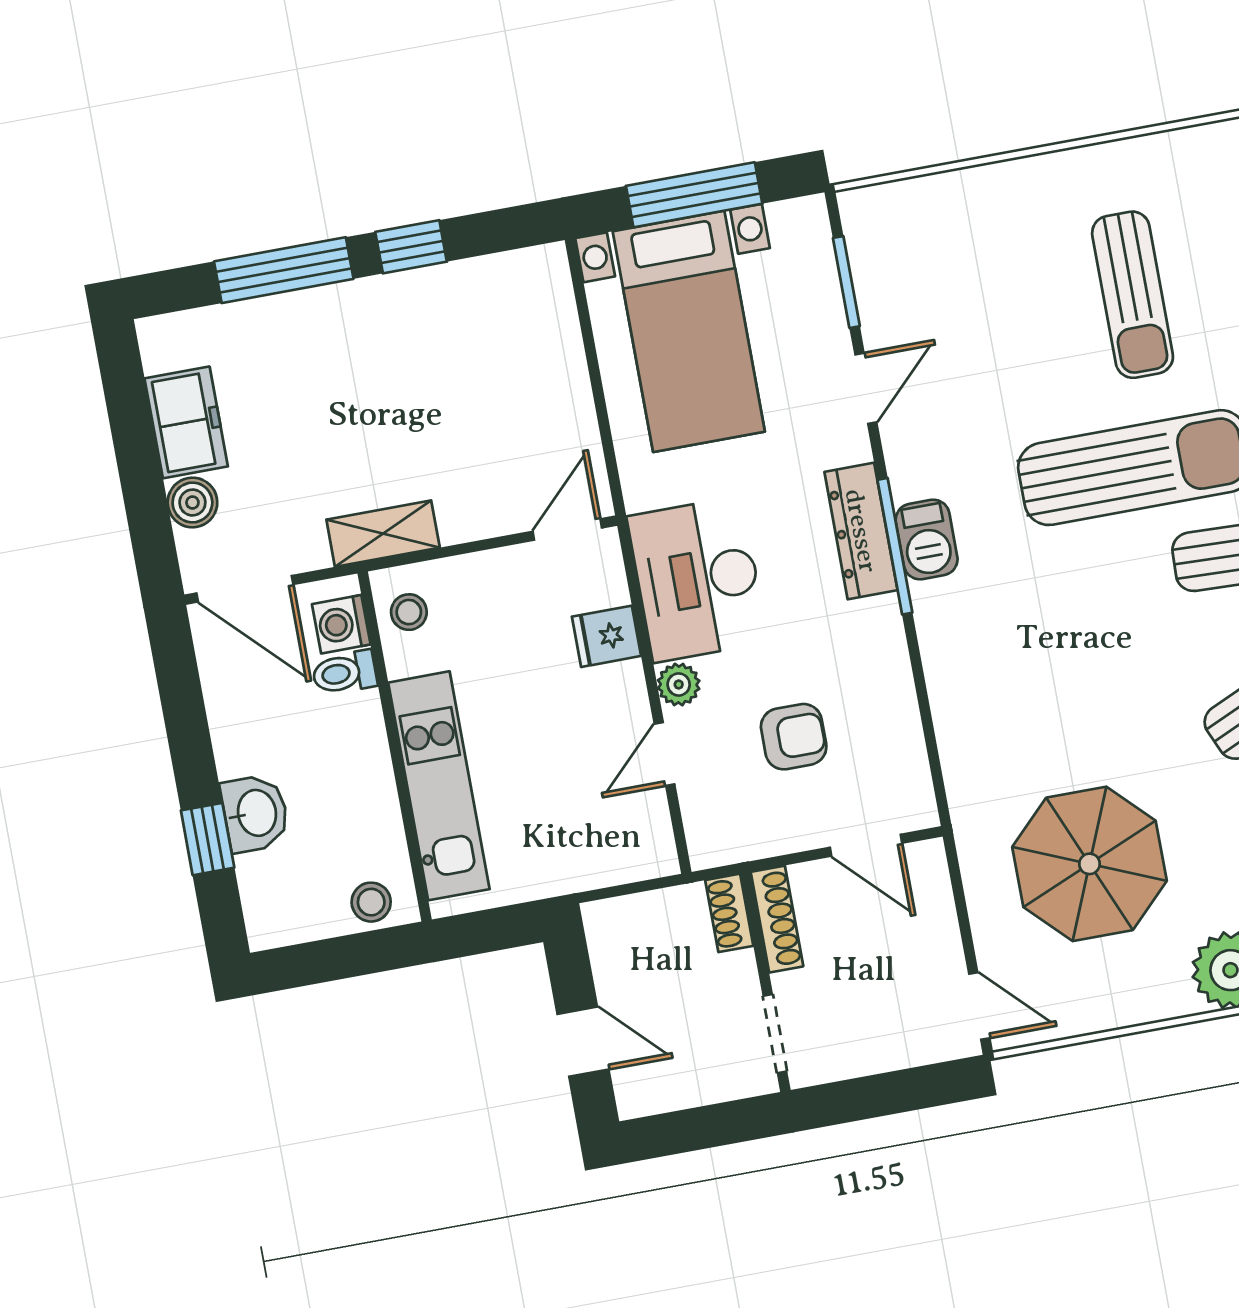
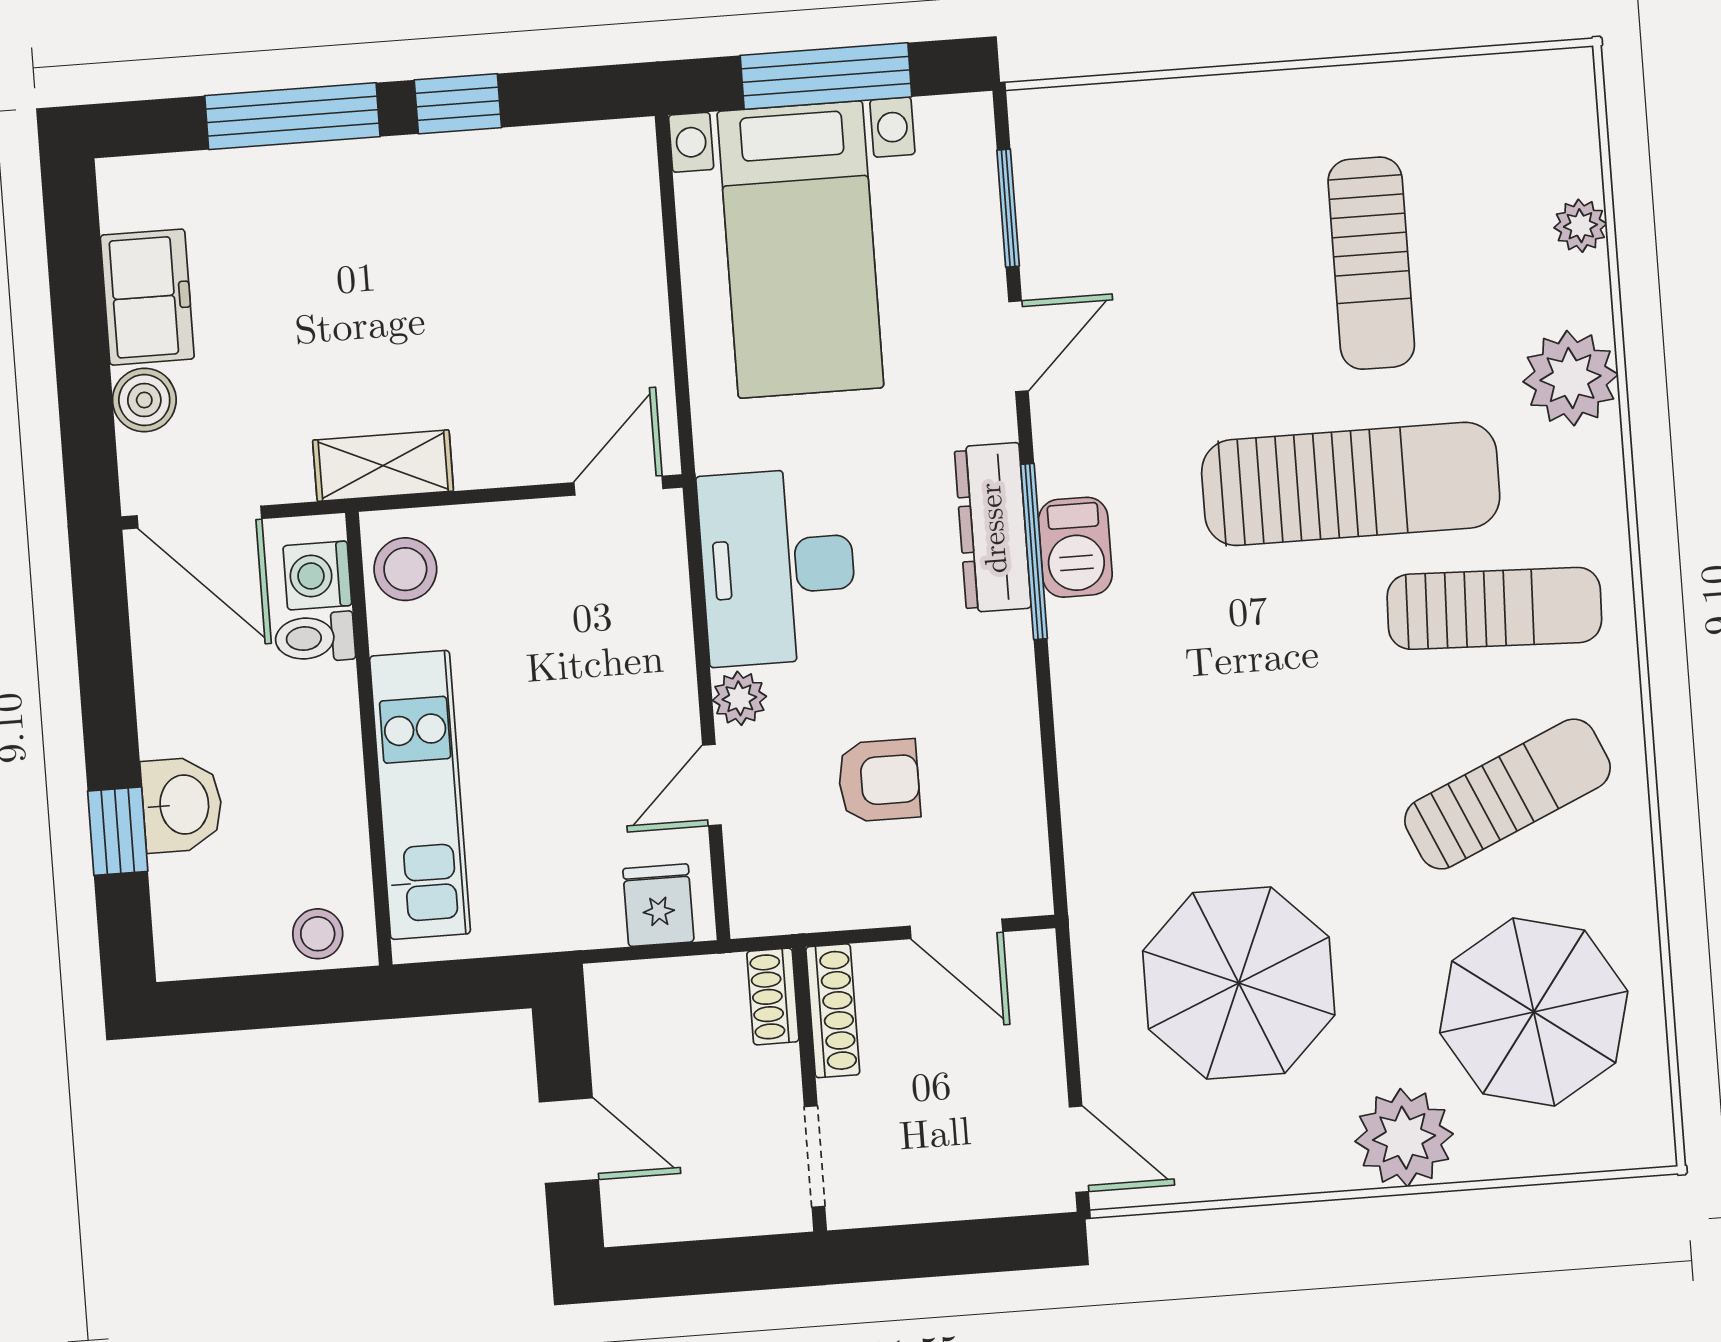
stool: (409, 612) -> (405, 569), width x1.37, depth x1.37
fridge: (606, 636) -> (658, 905), moved, turned 90

